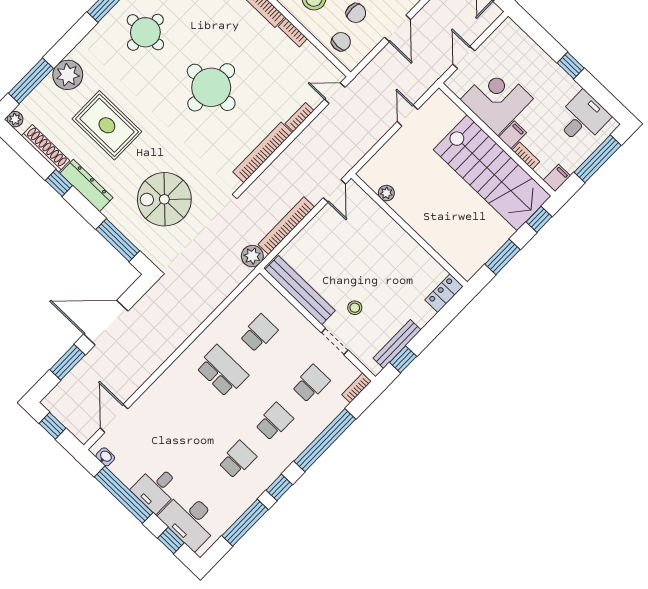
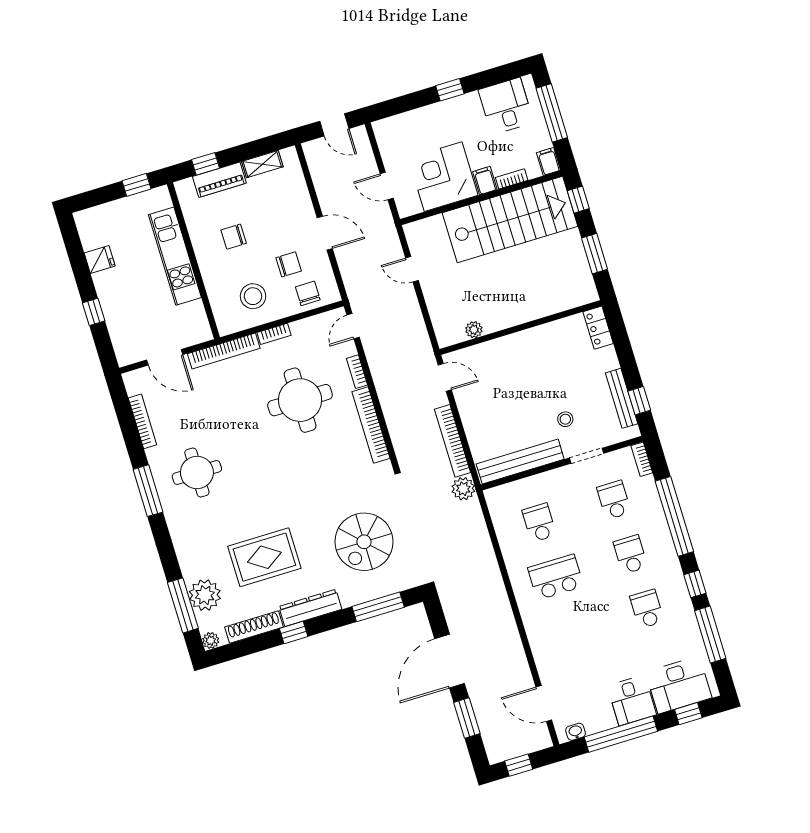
plant: (68, 75) -> (205, 595), moved
round table: (211, 87) -> (300, 400), moved

